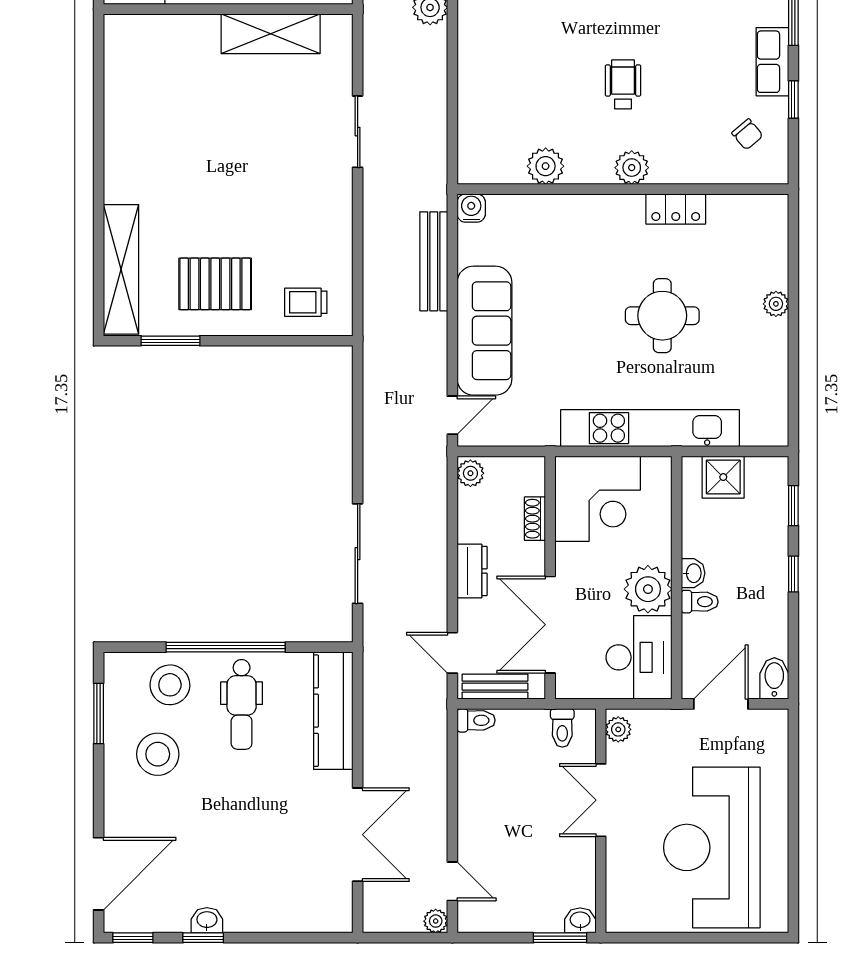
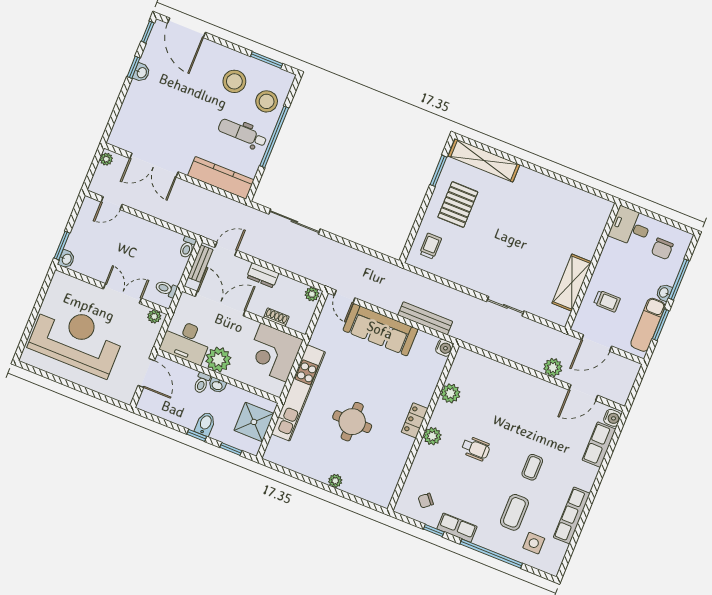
locker: (676, 209) -> (415, 420), moved
shower: (723, 477) -> (254, 422), width x1.36, depth x1.36
bidet: (774, 678) -> (205, 424), moved, turned -90
plant: (436, 921) -> (106, 159), moved

